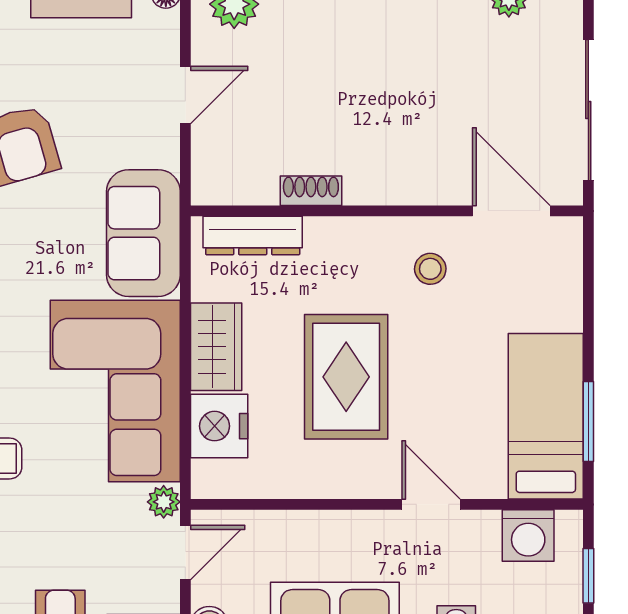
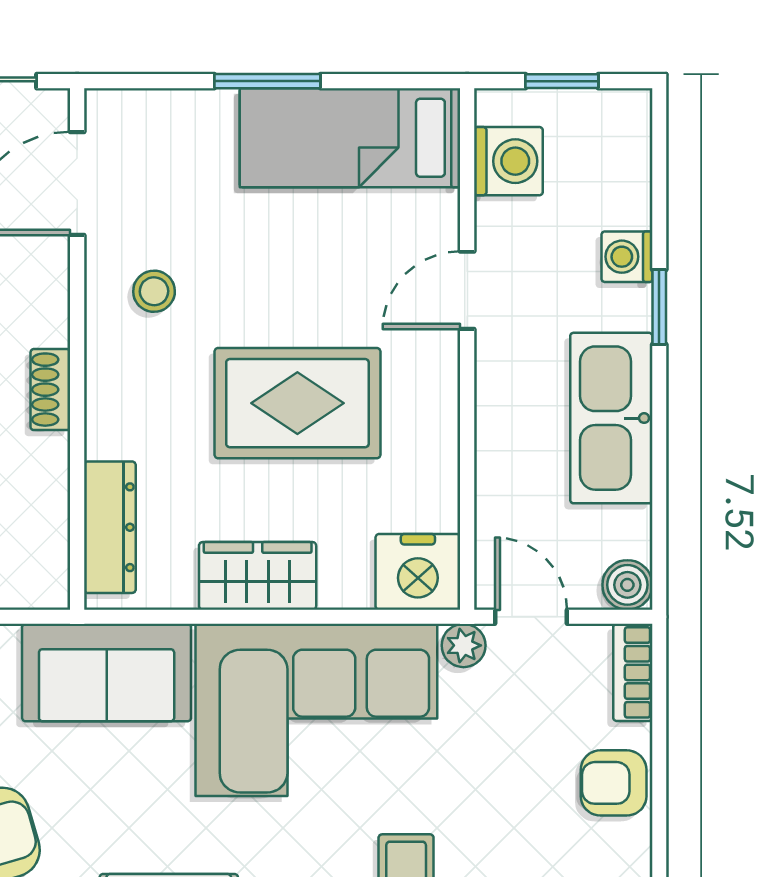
shoe rack: (311, 191) -> (50, 390), moved
window: (588, 422) -> (267, 81), moved
nightstand: (219, 426) -> (418, 572), moved

